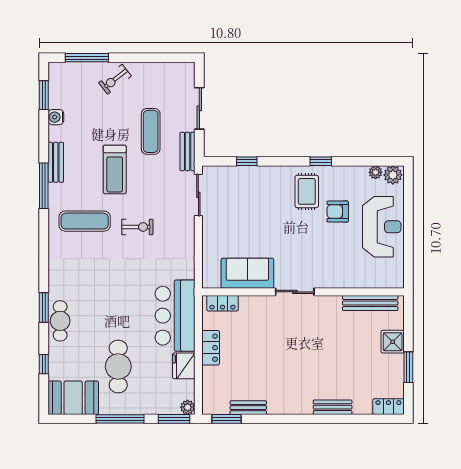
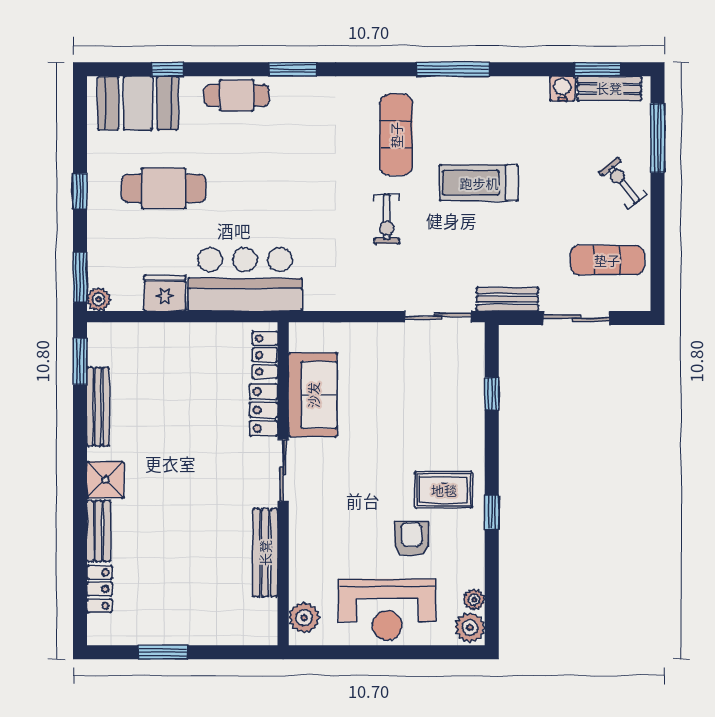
exercise mat: (151, 131) -> (607, 260), moved
bench: (56, 162) -> (609, 88), moved
plant: (387, 279) -> (304, 618), added
bench: (370, 303) -> (265, 553), moved
window: (44, 307) -> (293, 69), moved
shower: (393, 342) -> (105, 480), moved
locker: (211, 348) -> (264, 410), moved, turned 90
booth: (73, 398) -> (138, 103), moved, turned 90
locker: (388, 407) -> (100, 589), moved
bench: (248, 408) -> (98, 407), width x1.36
window: (120, 419) -> (80, 191), width x0.46

